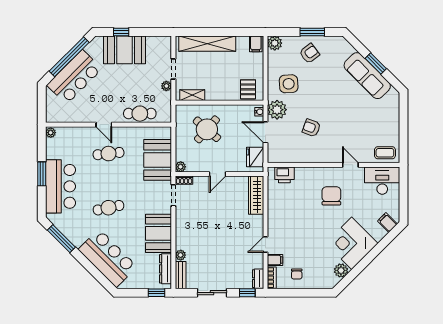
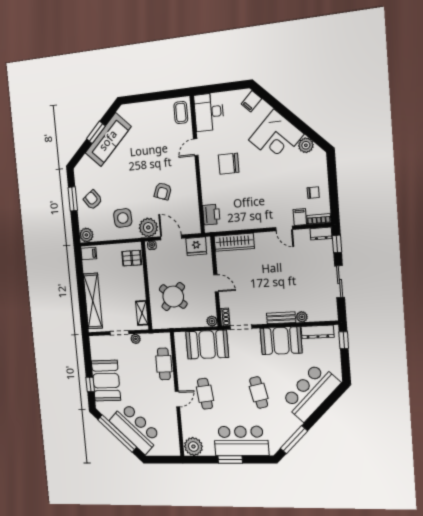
door: (265, 132) -> (171, 237), swing flipped
plant: (51, 133) -> (193, 446), width x1.88, depth x1.88
bench: (181, 275) -> (281, 318), moved

